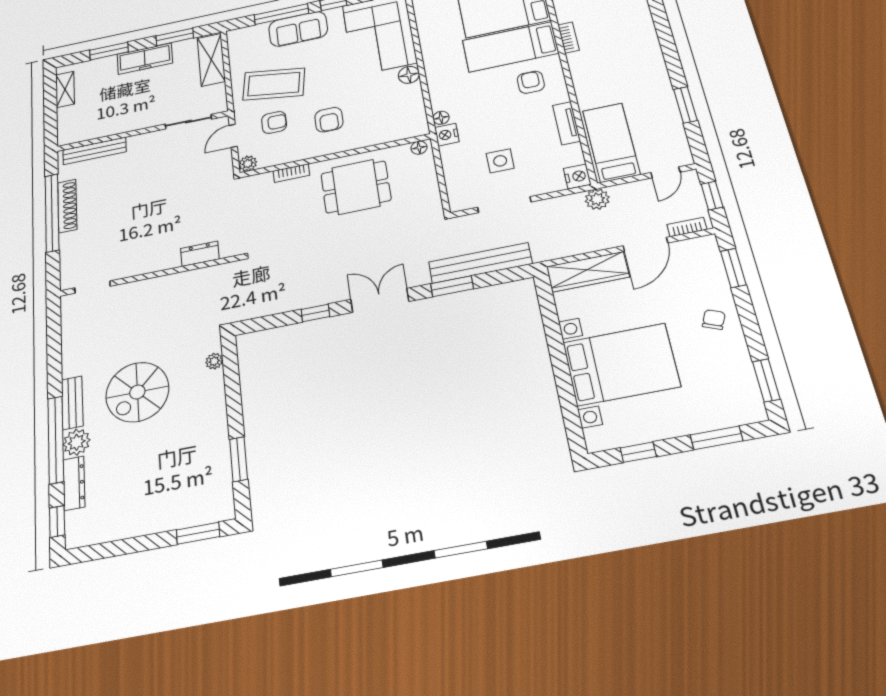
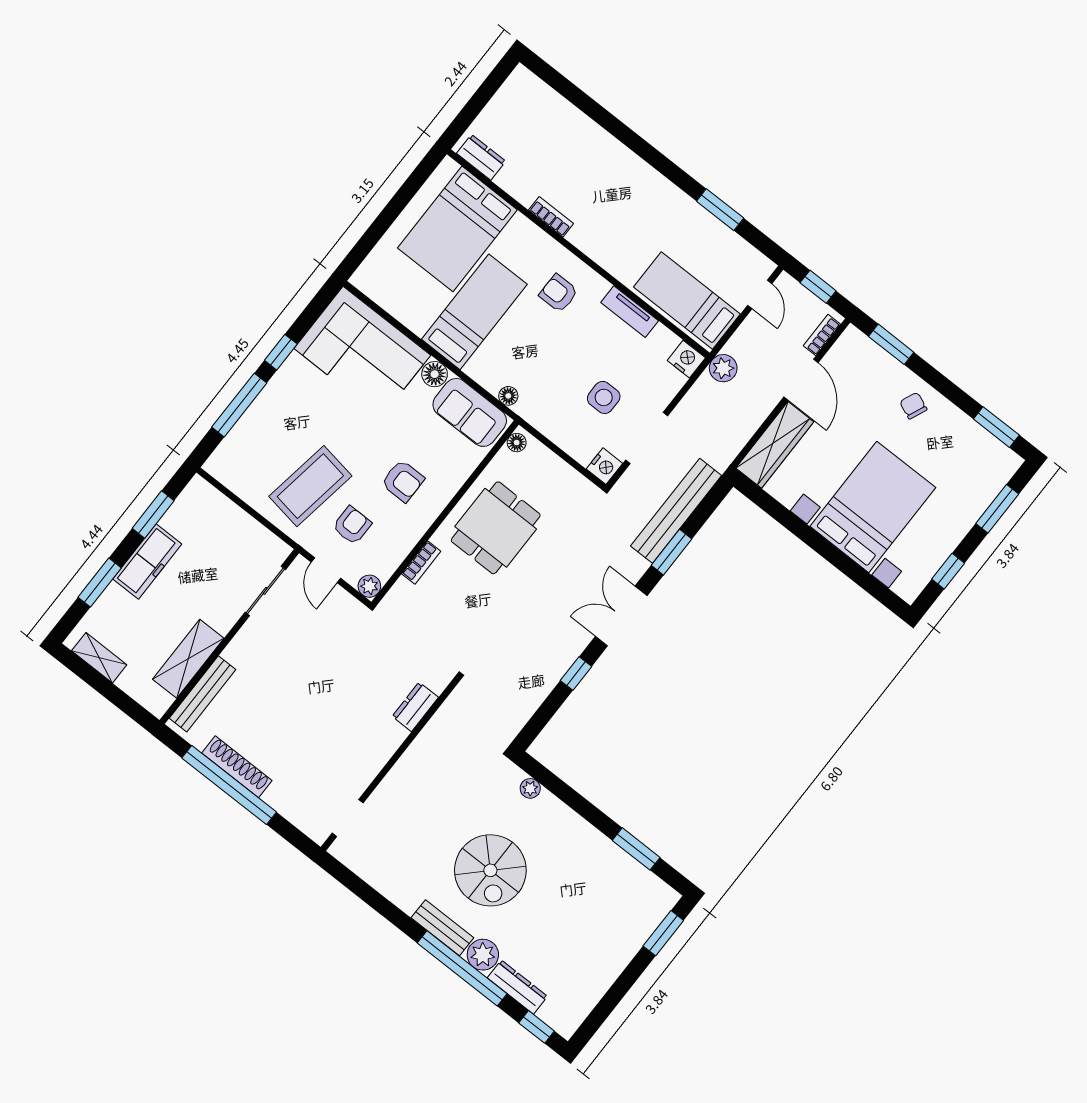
sofa: (298, 29) -> (470, 412), moved, turned 90
bed: (510, 47) -> (474, 312), moved, turned 180
shelving: (211, 60) -> (188, 659), moved, turned 90
nightstand: (447, 135) -> (604, 466), moved, turned -90

